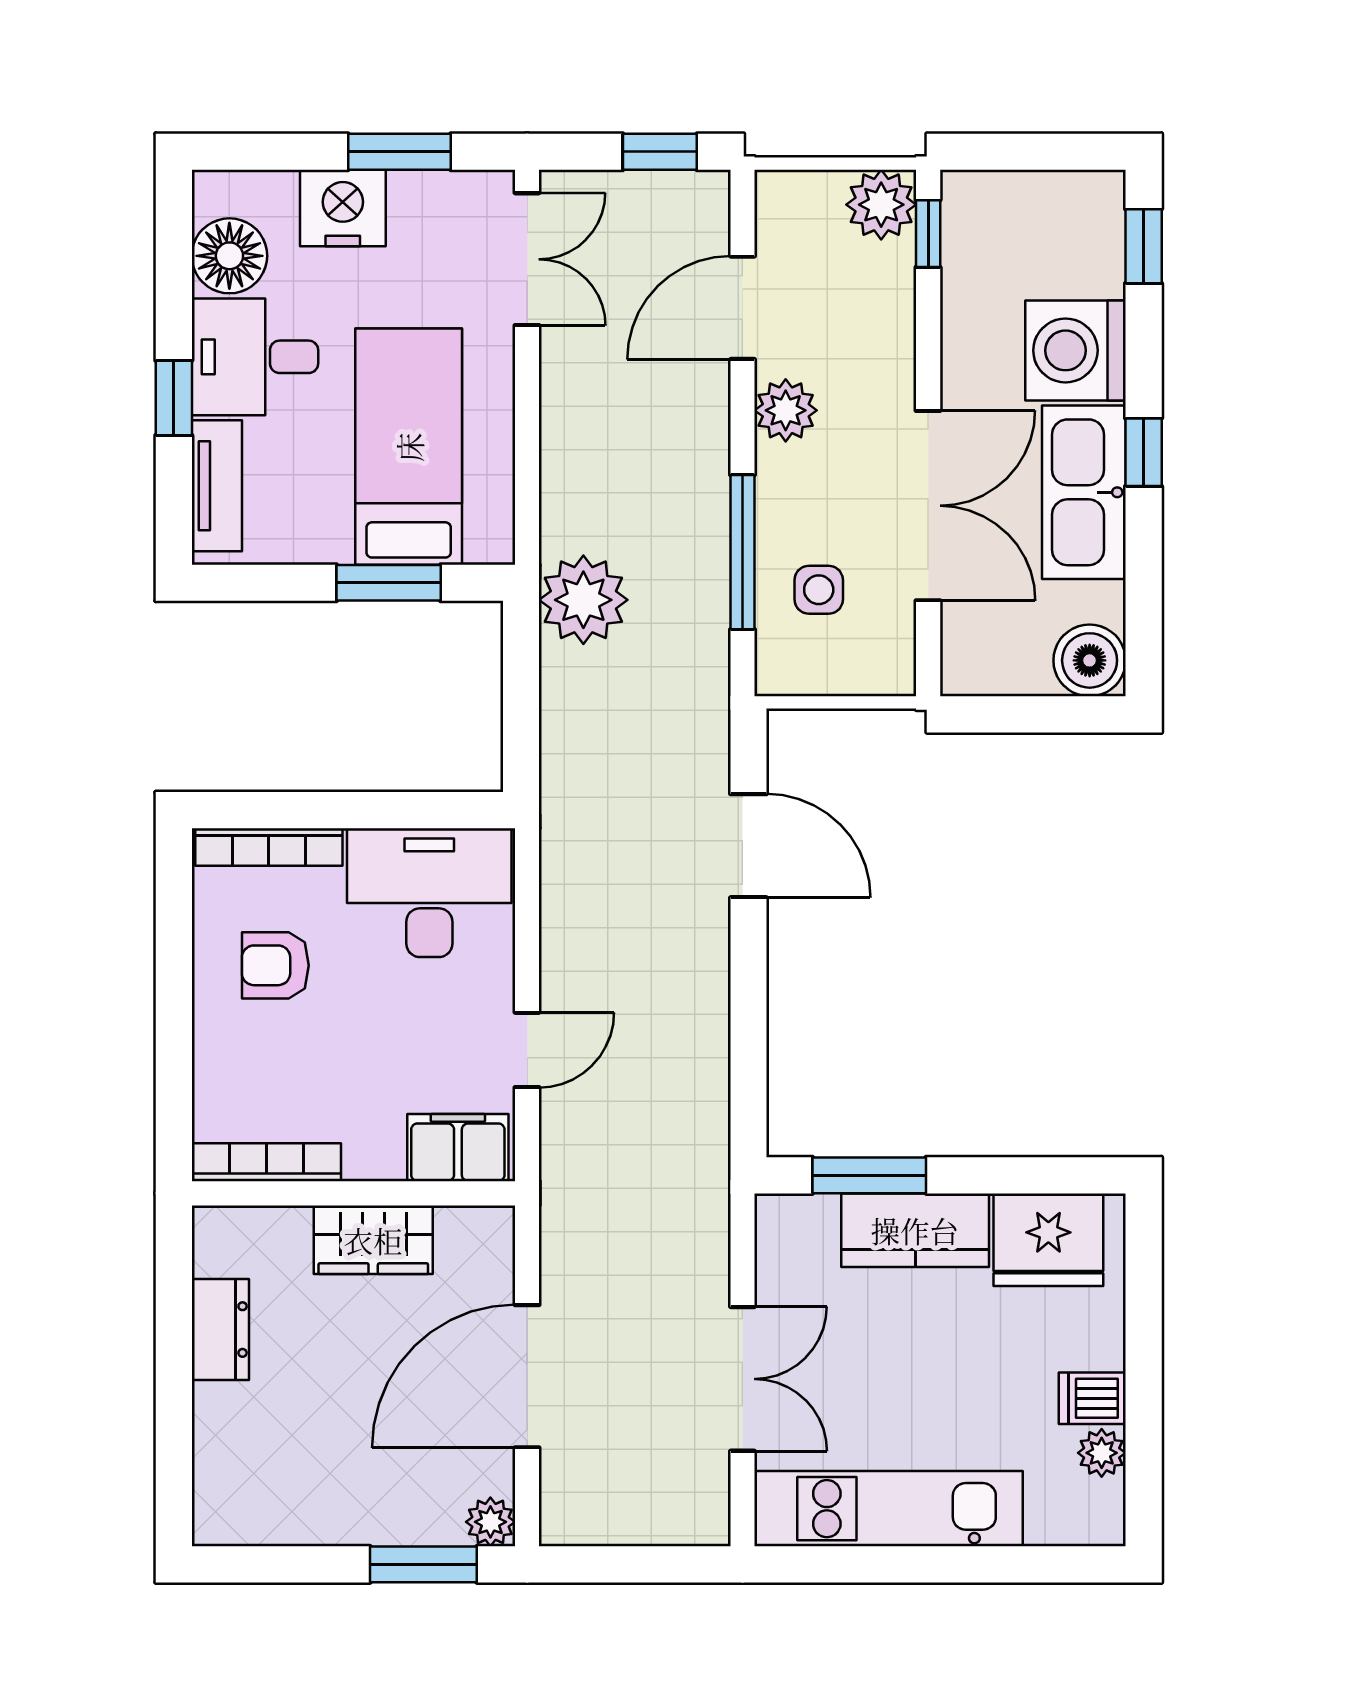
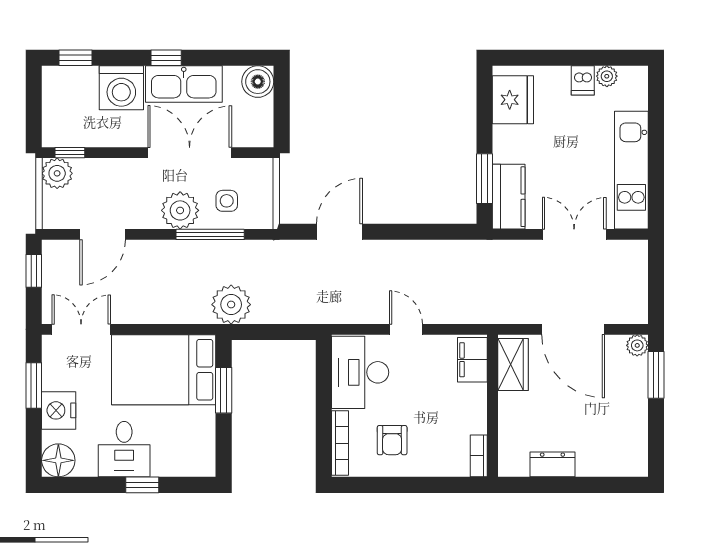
floor lamp: (229, 256) -> (58, 460), moved
door: (742, 308) -> (103, 234), hinge flipped
plant: (786, 410) -> (180, 210), moved, width x1.36, depth x1.36
bed: (409, 447) -> (164, 370), width x1.50
tv unit: (217, 486) -> (181, 466), removed
door: (527, 1050) -> (406, 329), moved
bookcase: (266, 1162) -> (479, 456), width x0.64
kitchen counter: (915, 1230) -> (509, 197), moved
wardrobe: (373, 1240) -> (513, 364), moved

